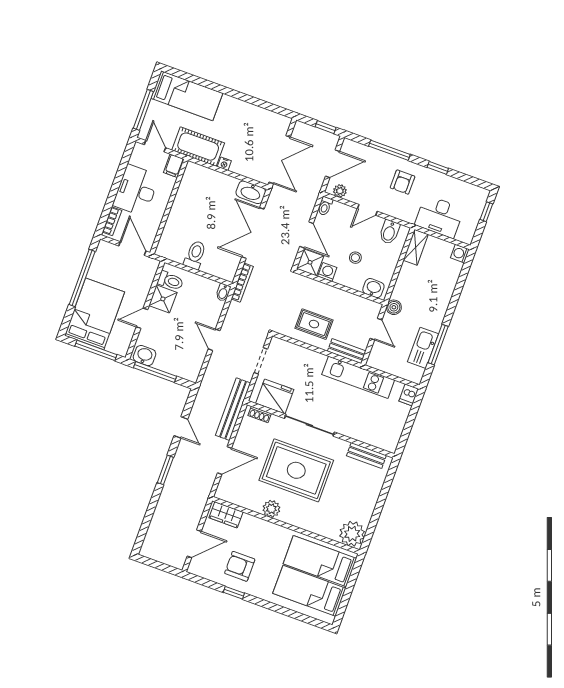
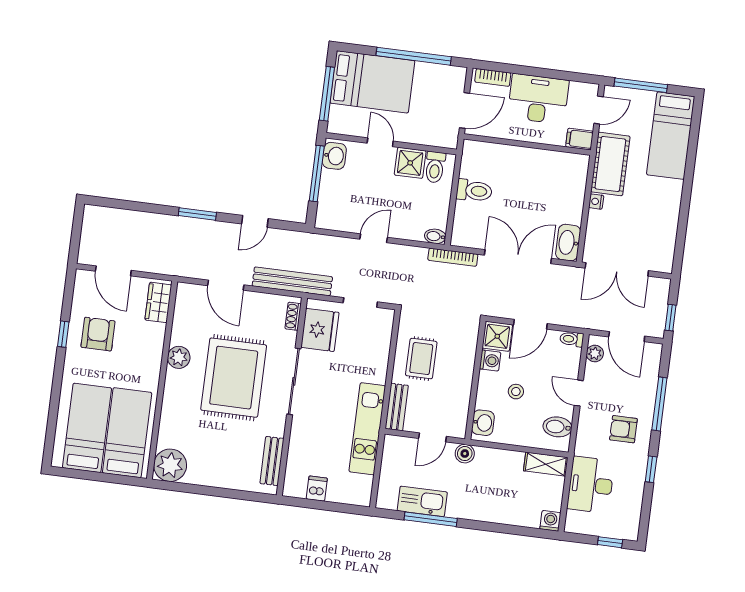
dishwasher: (409, 395) -> (317, 489), moved, turned 90

